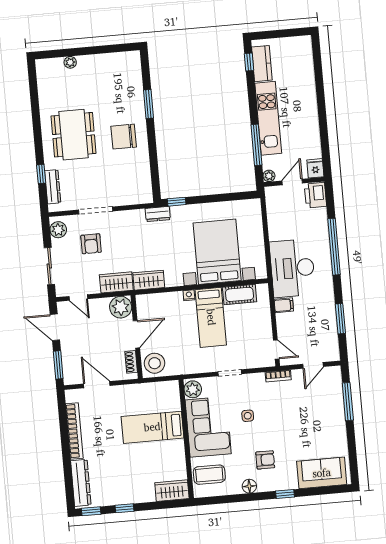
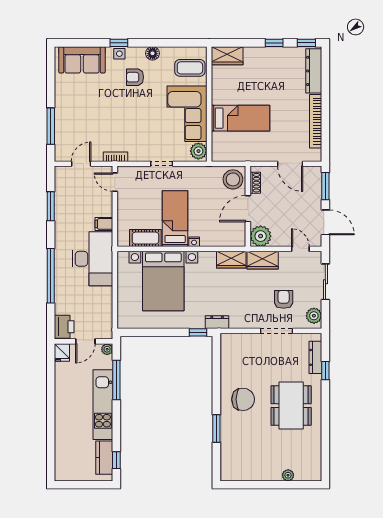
side table: (248, 416) -> (119, 54), moved

